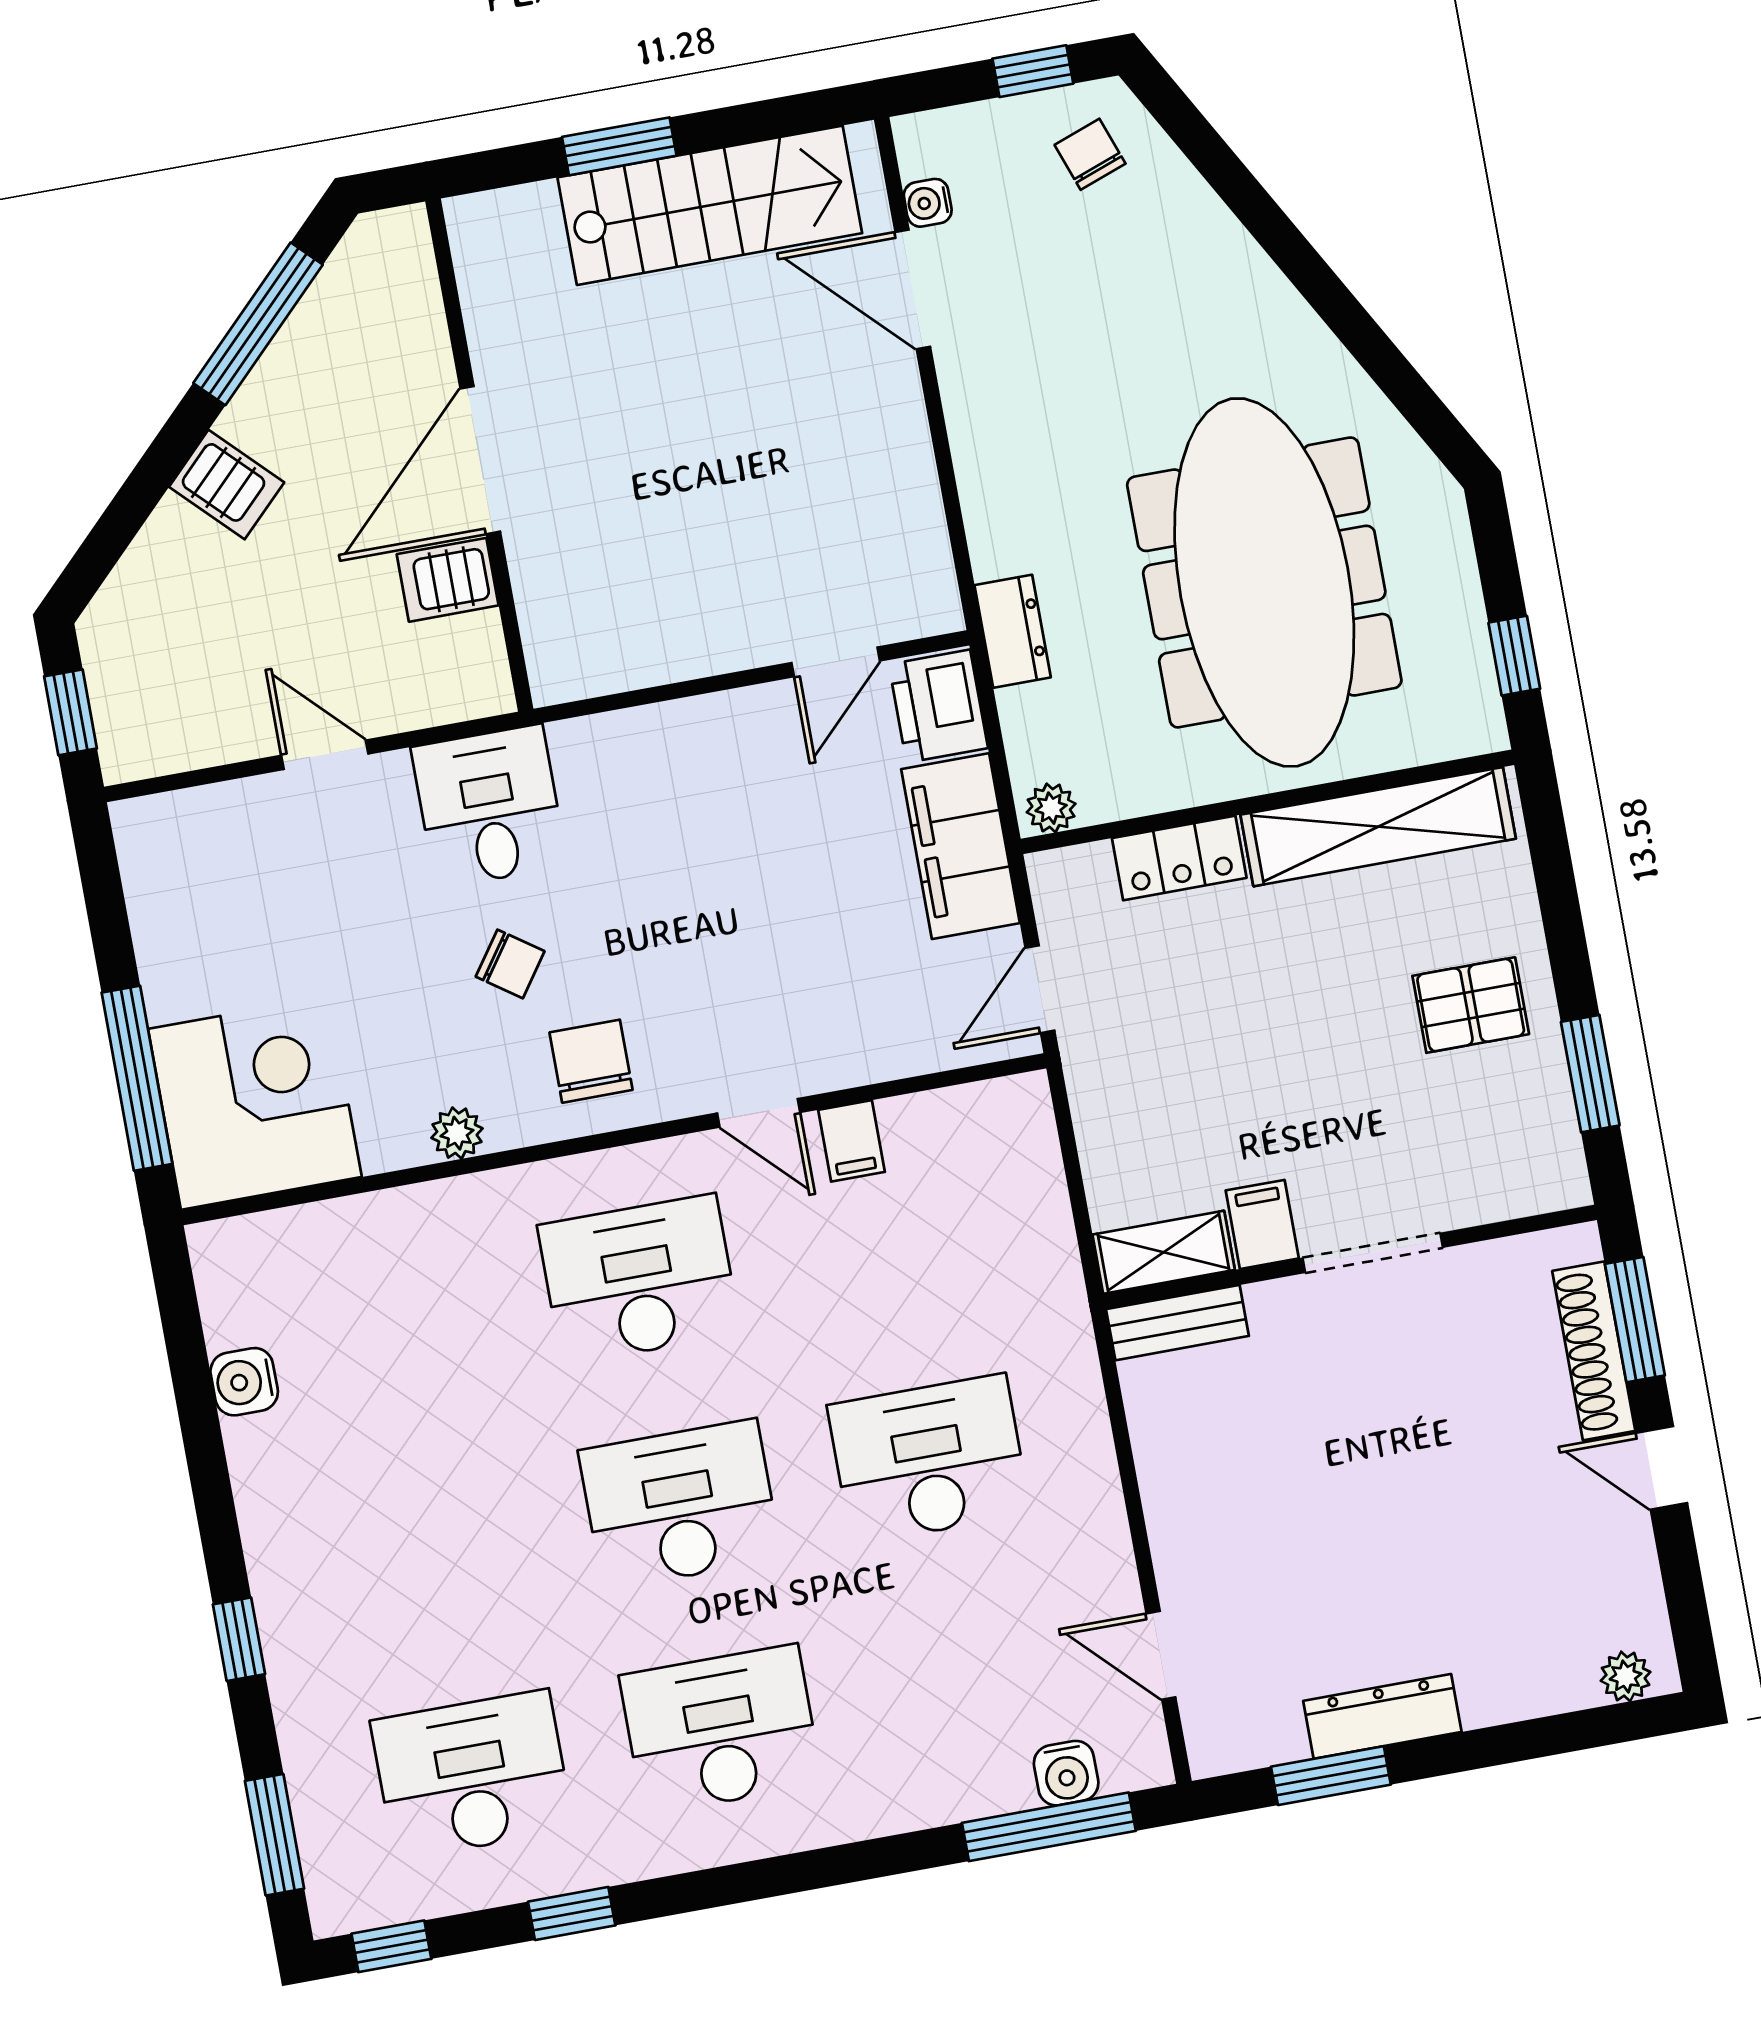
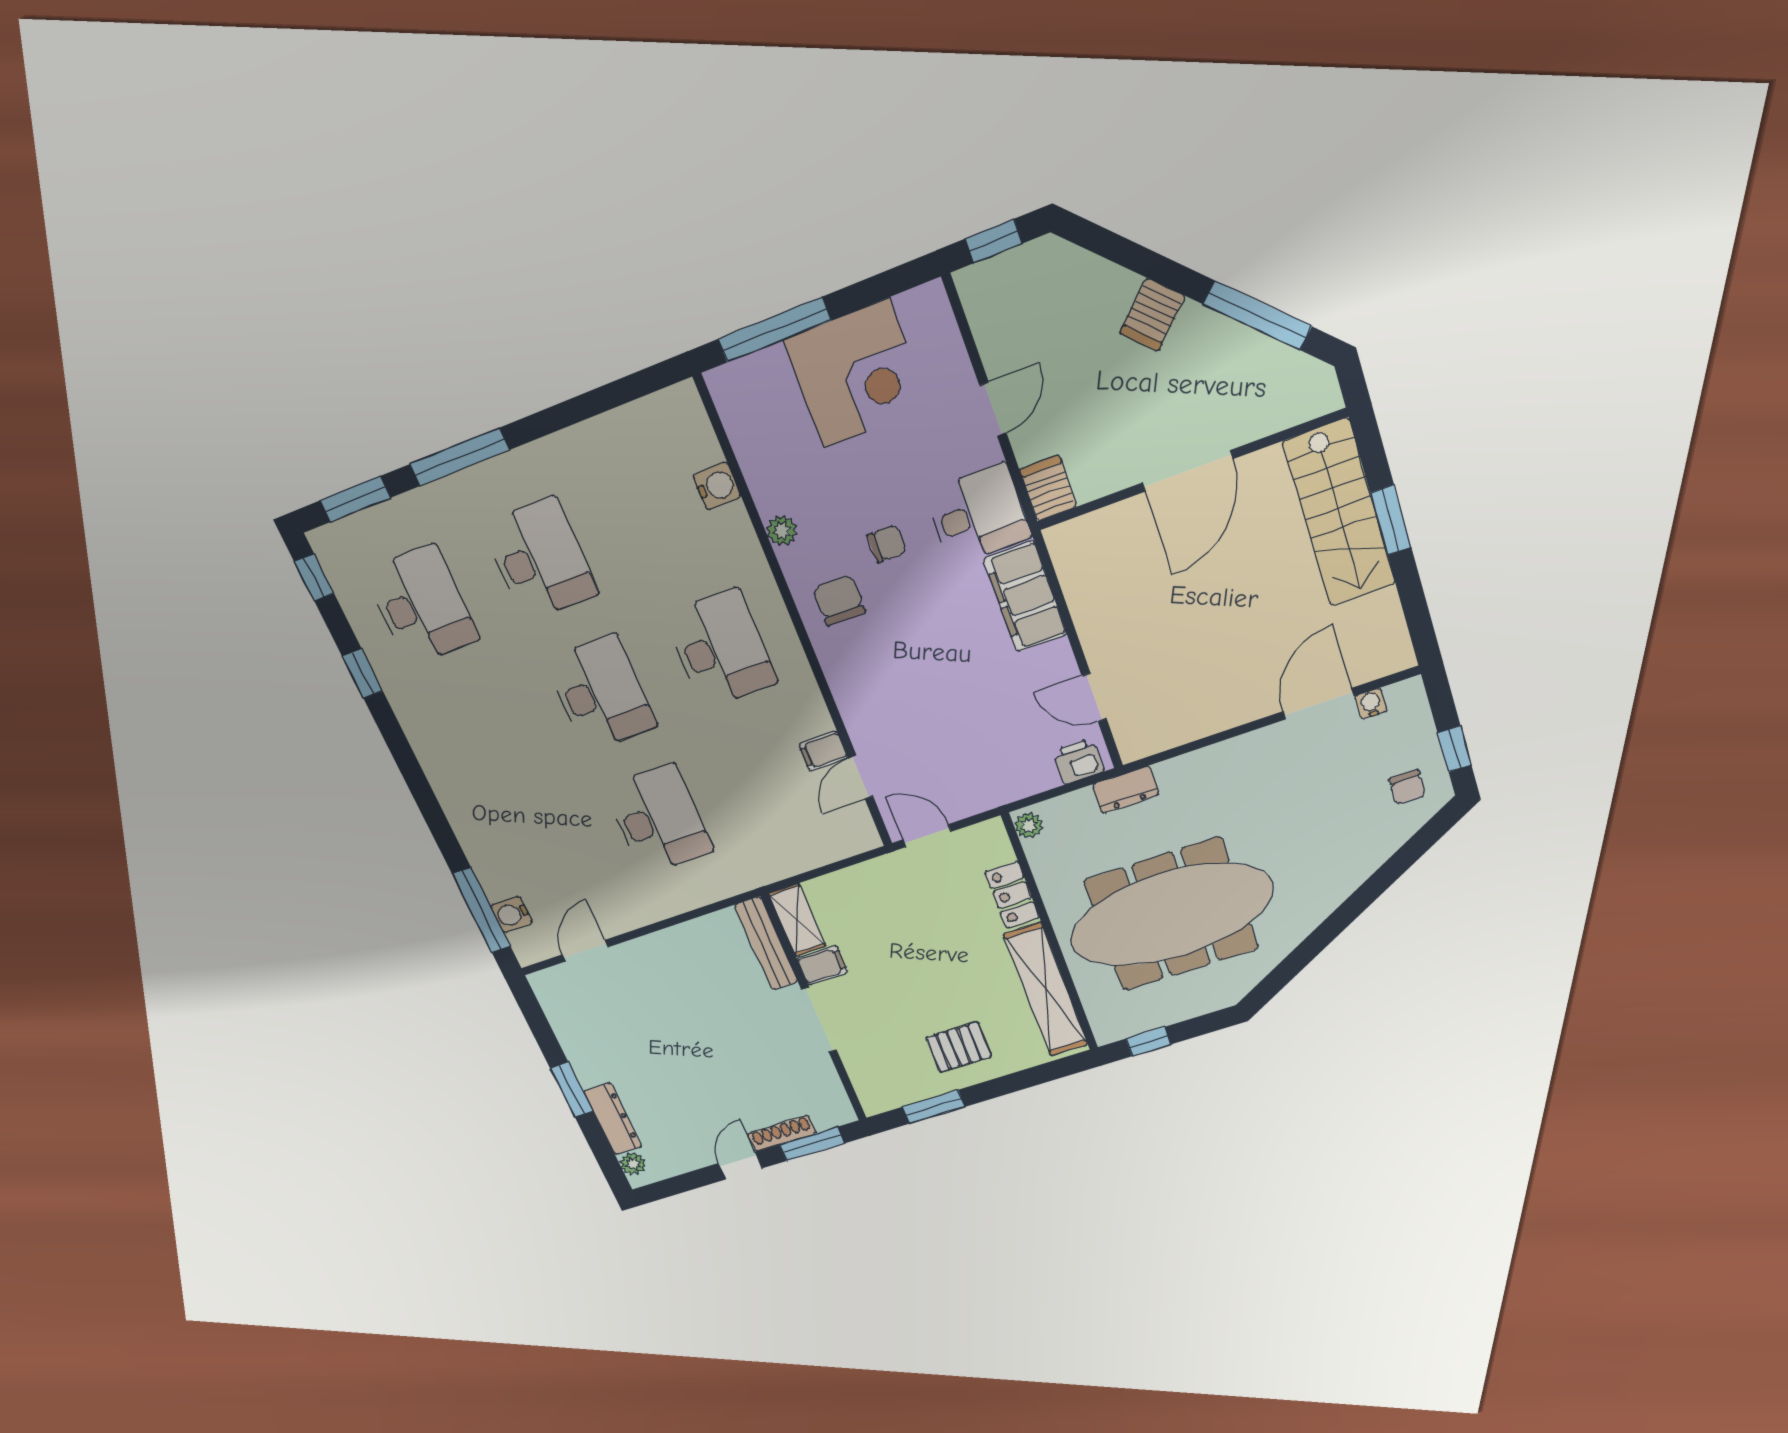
chair: (1090, 154) -> (1407, 787), turned 110
stairs: (710, 205) -> (1339, 513), moved
door: (480, 460) -> (1187, 471), swing flipped
server rack: (448, 580) -> (1048, 488), moved
printer: (938, 706) -> (1078, 761), width x0.73, depth x0.81
filing cabinet: (960, 846) -> (1025, 597), moved, turned -90
chair: (510, 964) -> (887, 544), turned -125
pallet: (1471, 1005) -> (959, 1047), turned 90
chair: (591, 1061) -> (839, 600), turned -90
corner desk: (255, 1103) -> (856, 374), moved
door: (759, 1113) -> (861, 777), moved
bench: (1177, 1323) -> (766, 944), width x1.36
shoe rack: (1594, 1351) -> (782, 1133), width x0.74, depth x0.81
water cooler: (244, 1382) -> (717, 486), moved, turned 90
window: (239, 1639) -> (460, 457), width x2.17
dresser: (1382, 1716) -> (613, 1119), moved
desk: (721, 1730) -> (540, 559), moved
window: (1331, 1776) -> (572, 1090), moved

